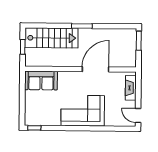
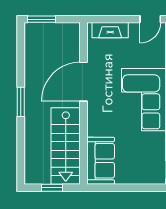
stairs: (51, 38) -> (66, 146), moved, turned 180
door: (95, 69) -> (84, 82), hinge flipped

